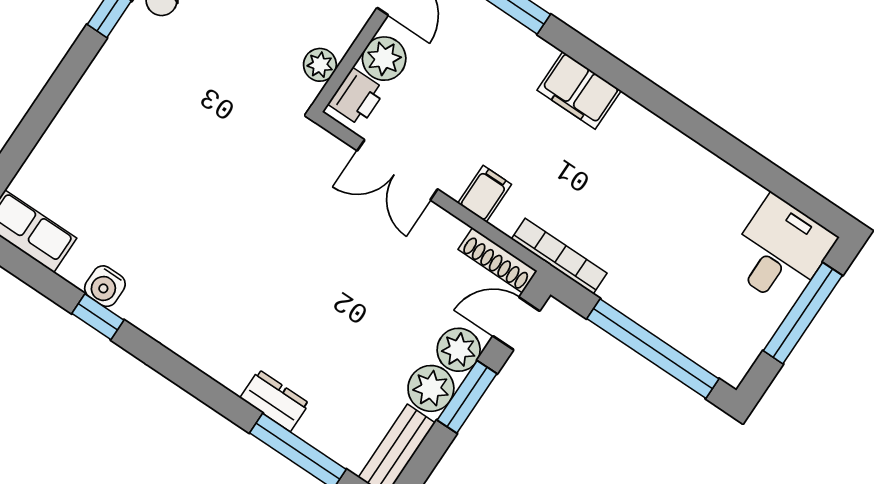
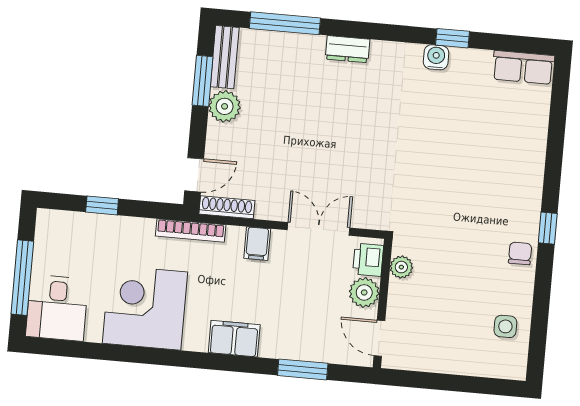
corner desk: (670, 191) -> (145, 308), added
water cooler: (105, 286) -> (436, 57), moved
window: (653, 349) -> (102, 205), width x0.32
plant: (459, 350) -> (221, 139), removed
window: (467, 397) -> (203, 81), moved
dresser: (275, 401) -> (347, 49), moved

